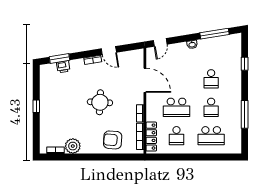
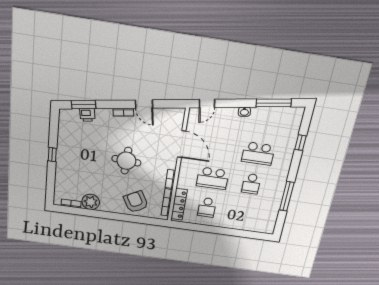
school desk: (211, 79) -> (258, 154), width x1.85
school desk: (211, 136) -> (245, 213), removed
armchair: (113, 140) -> (136, 202), turned 57

